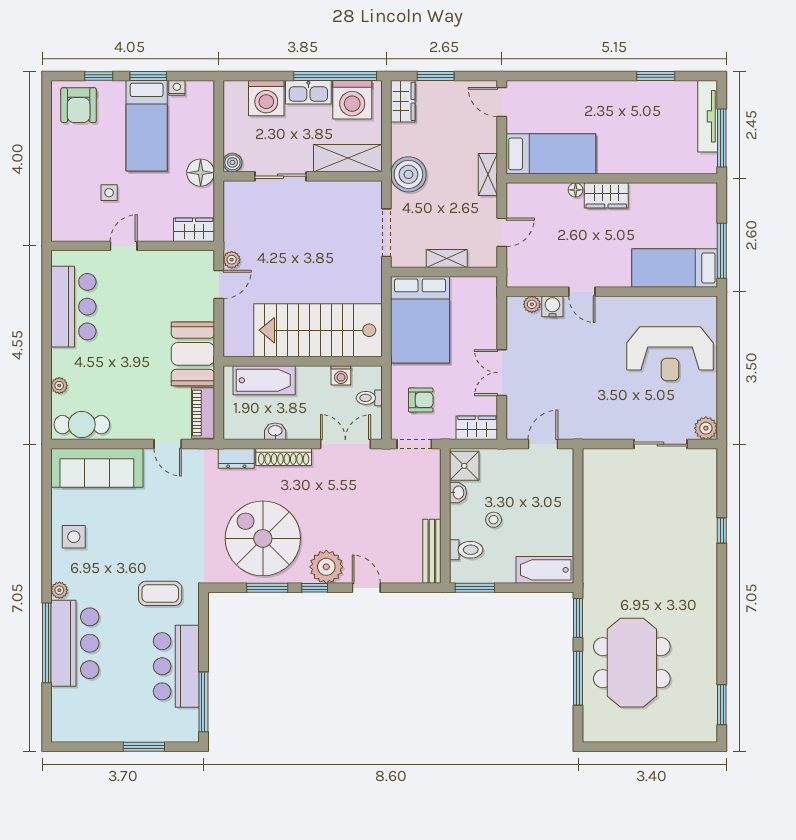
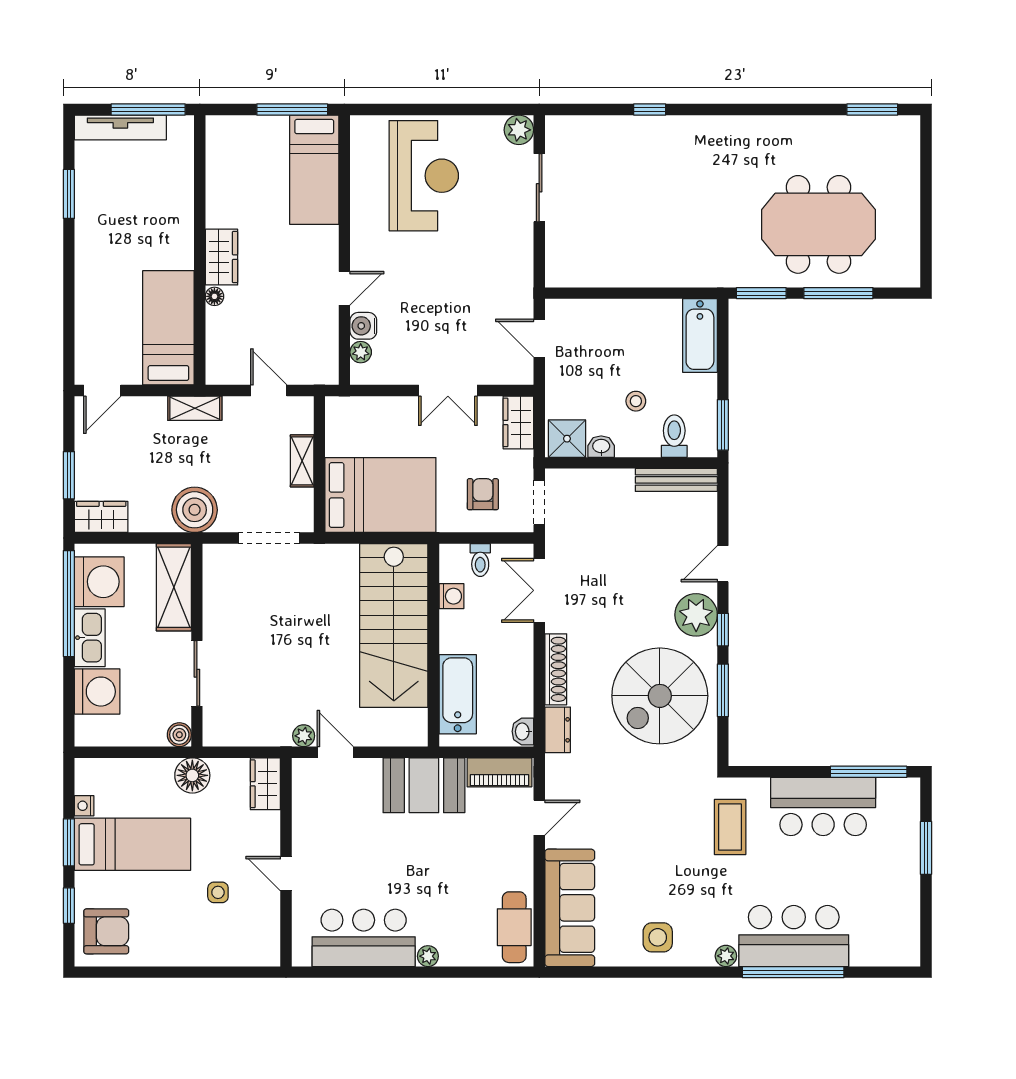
plant: (59, 386) -> (428, 956), moved
washbasin: (275, 431) -> (523, 731), moved

